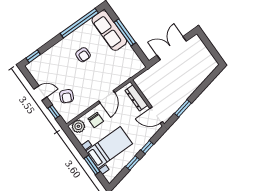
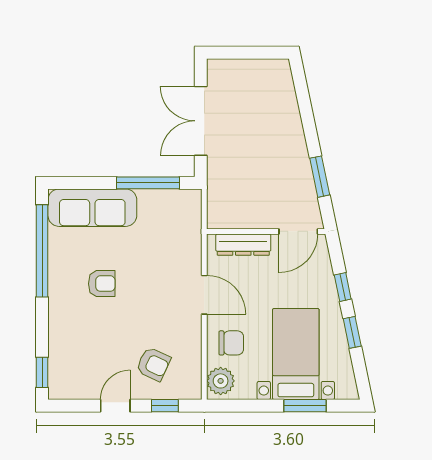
window: (125, 32) -> (148, 183), moved

